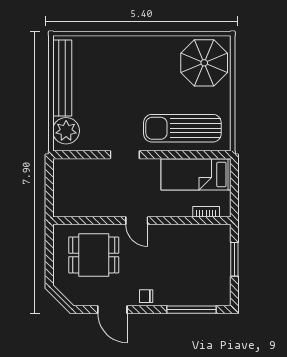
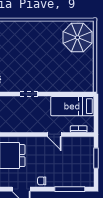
sun lounger: (182, 128) -> (64, 78), removed
door: (137, 221) -> (54, 134), moved

